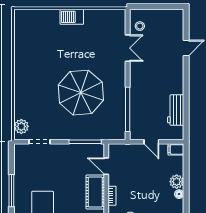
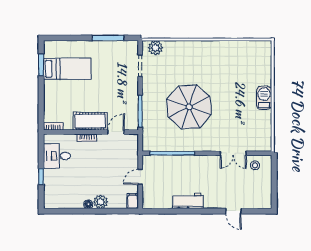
workbench: (176, 110) -> (188, 201), moved
window: (11, 191) -> (108, 38), moved

